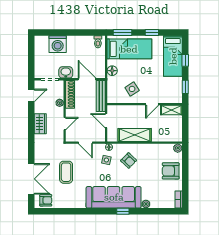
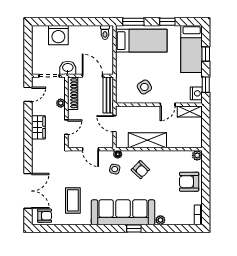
floor lamp: (112, 71) -> (121, 66), removed
nightstand: (177, 94) -> (196, 93), added
coffee table: (66, 172) -> (73, 200), moved

